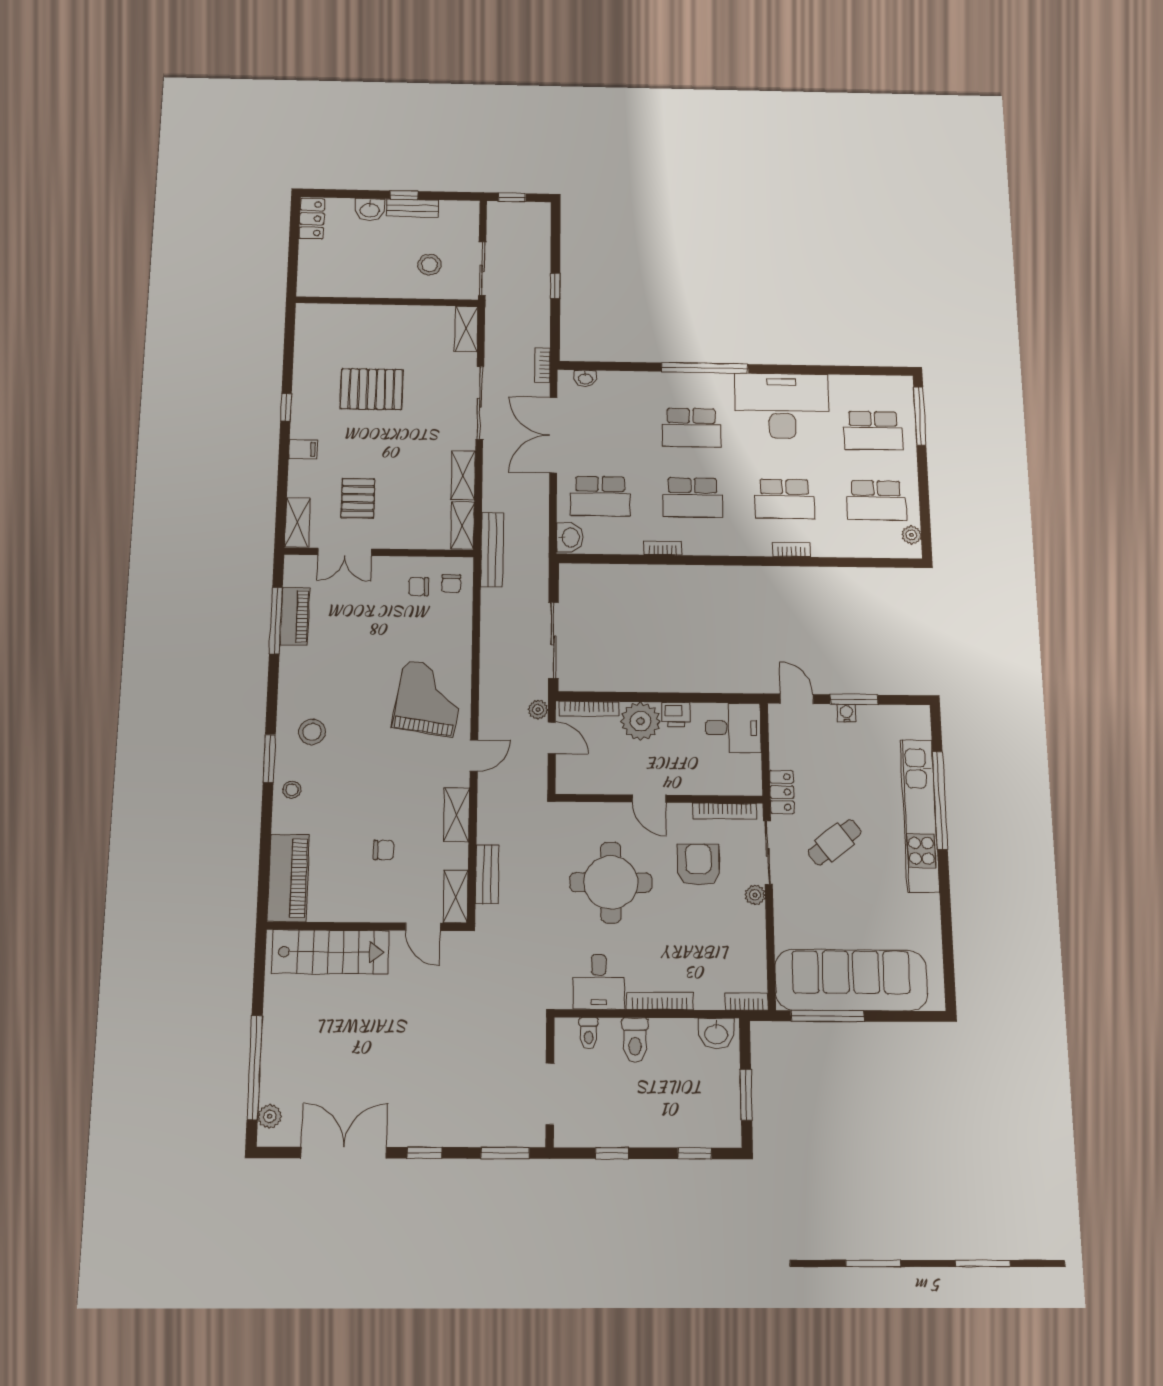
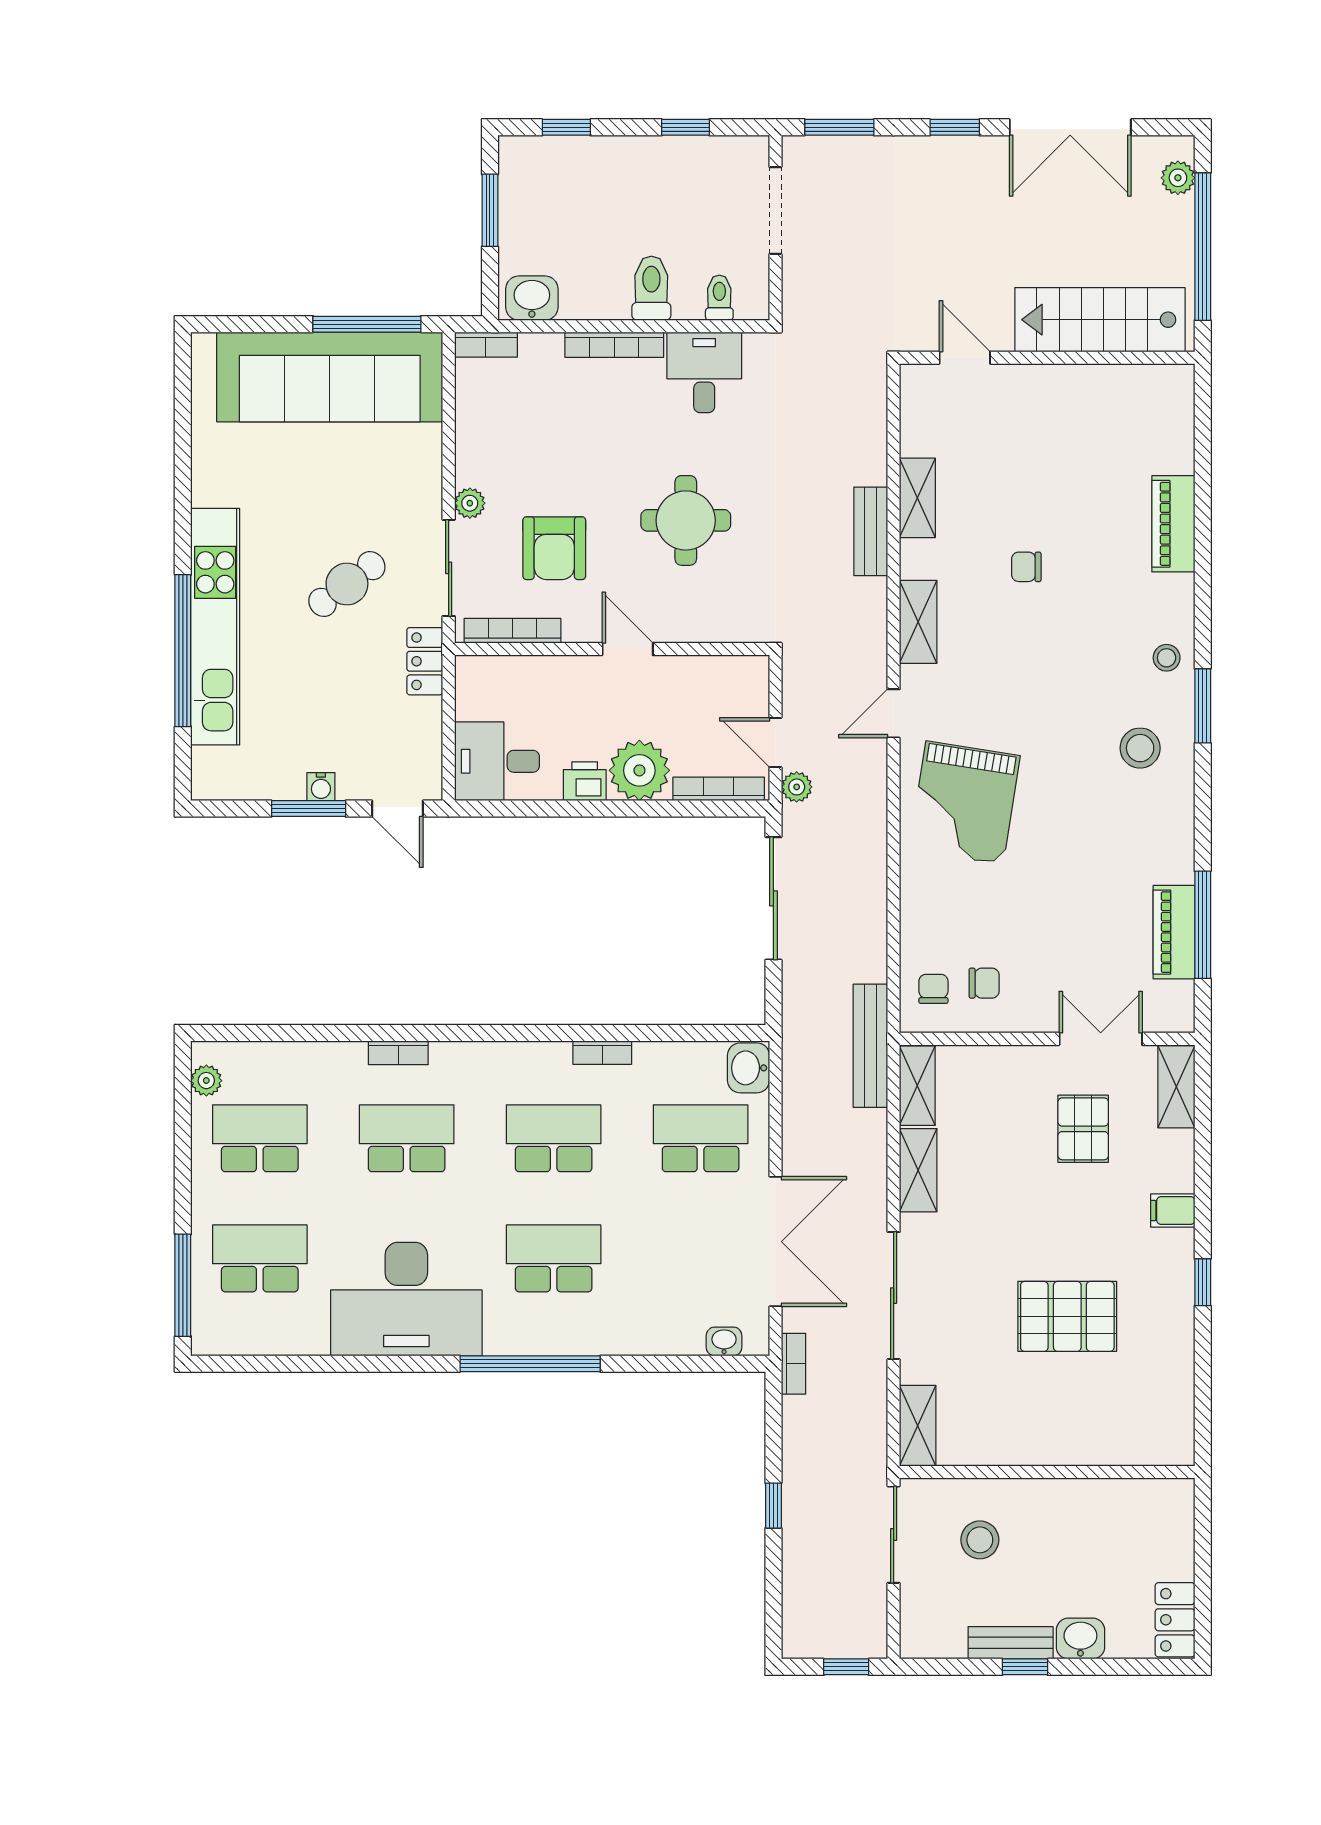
piano: (288, 878) -> (1173, 524), width x0.73, depth x0.75
round table: (611, 882) -> (686, 520), width x0.73, depth x0.73
wall: (367, 926) -> (1047, 358), moved
door: (423, 927) -> (965, 358), moved
stairs: (330, 952) -> (1100, 320), moved

